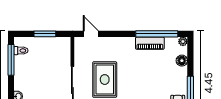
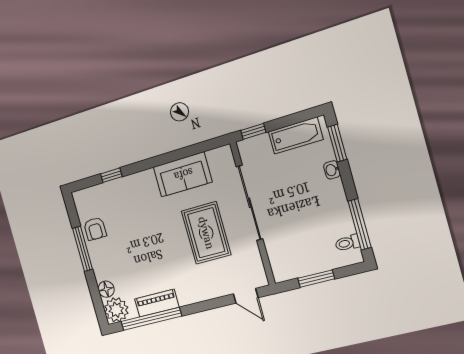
plant: (183, 41) -> (116, 310), width x1.87, depth x1.87

